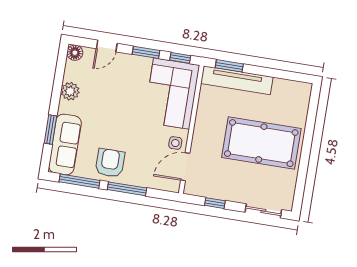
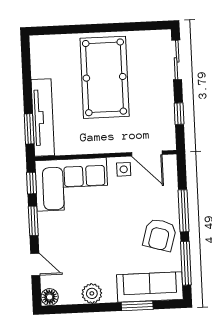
armchair: (110, 163) -> (160, 235), turned -74

